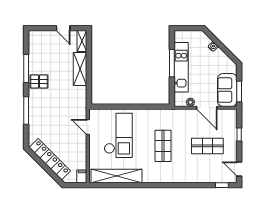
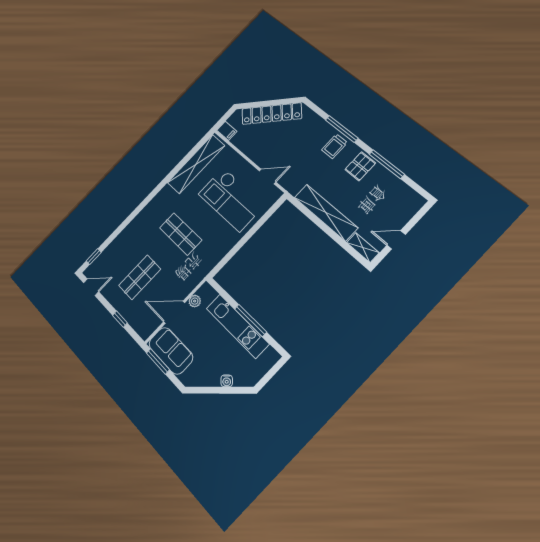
shelving: (80, 69) -> (326, 212), width x1.47
trolley: (39, 106) -> (334, 146), added

